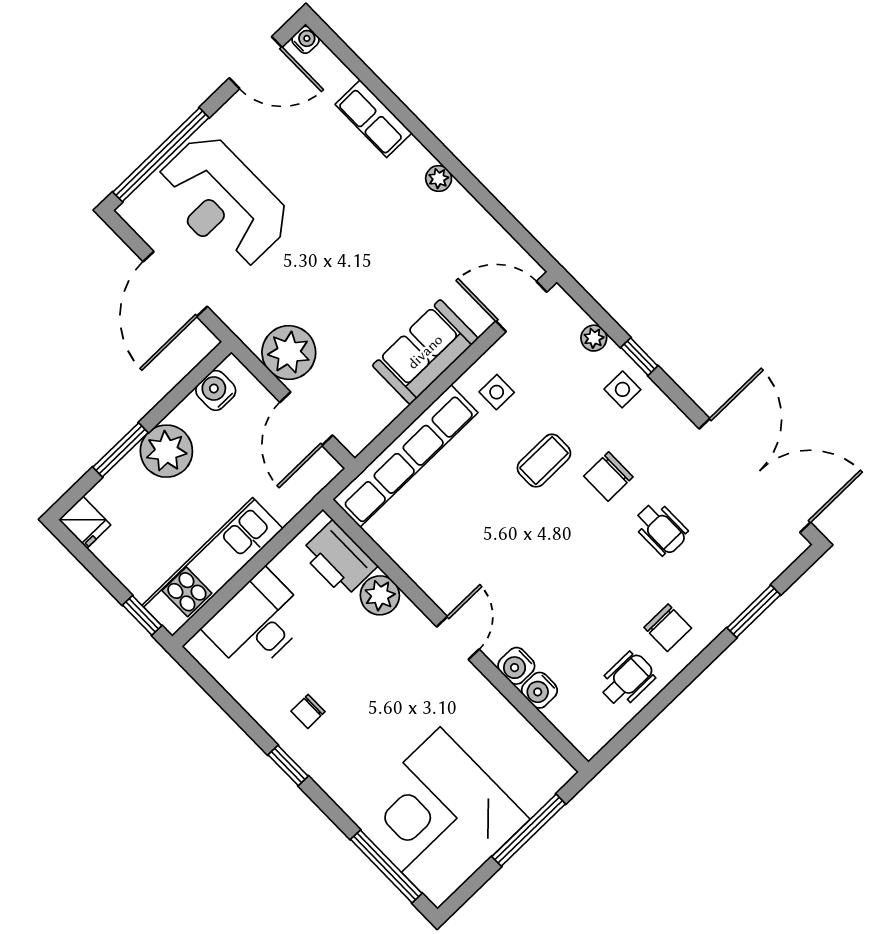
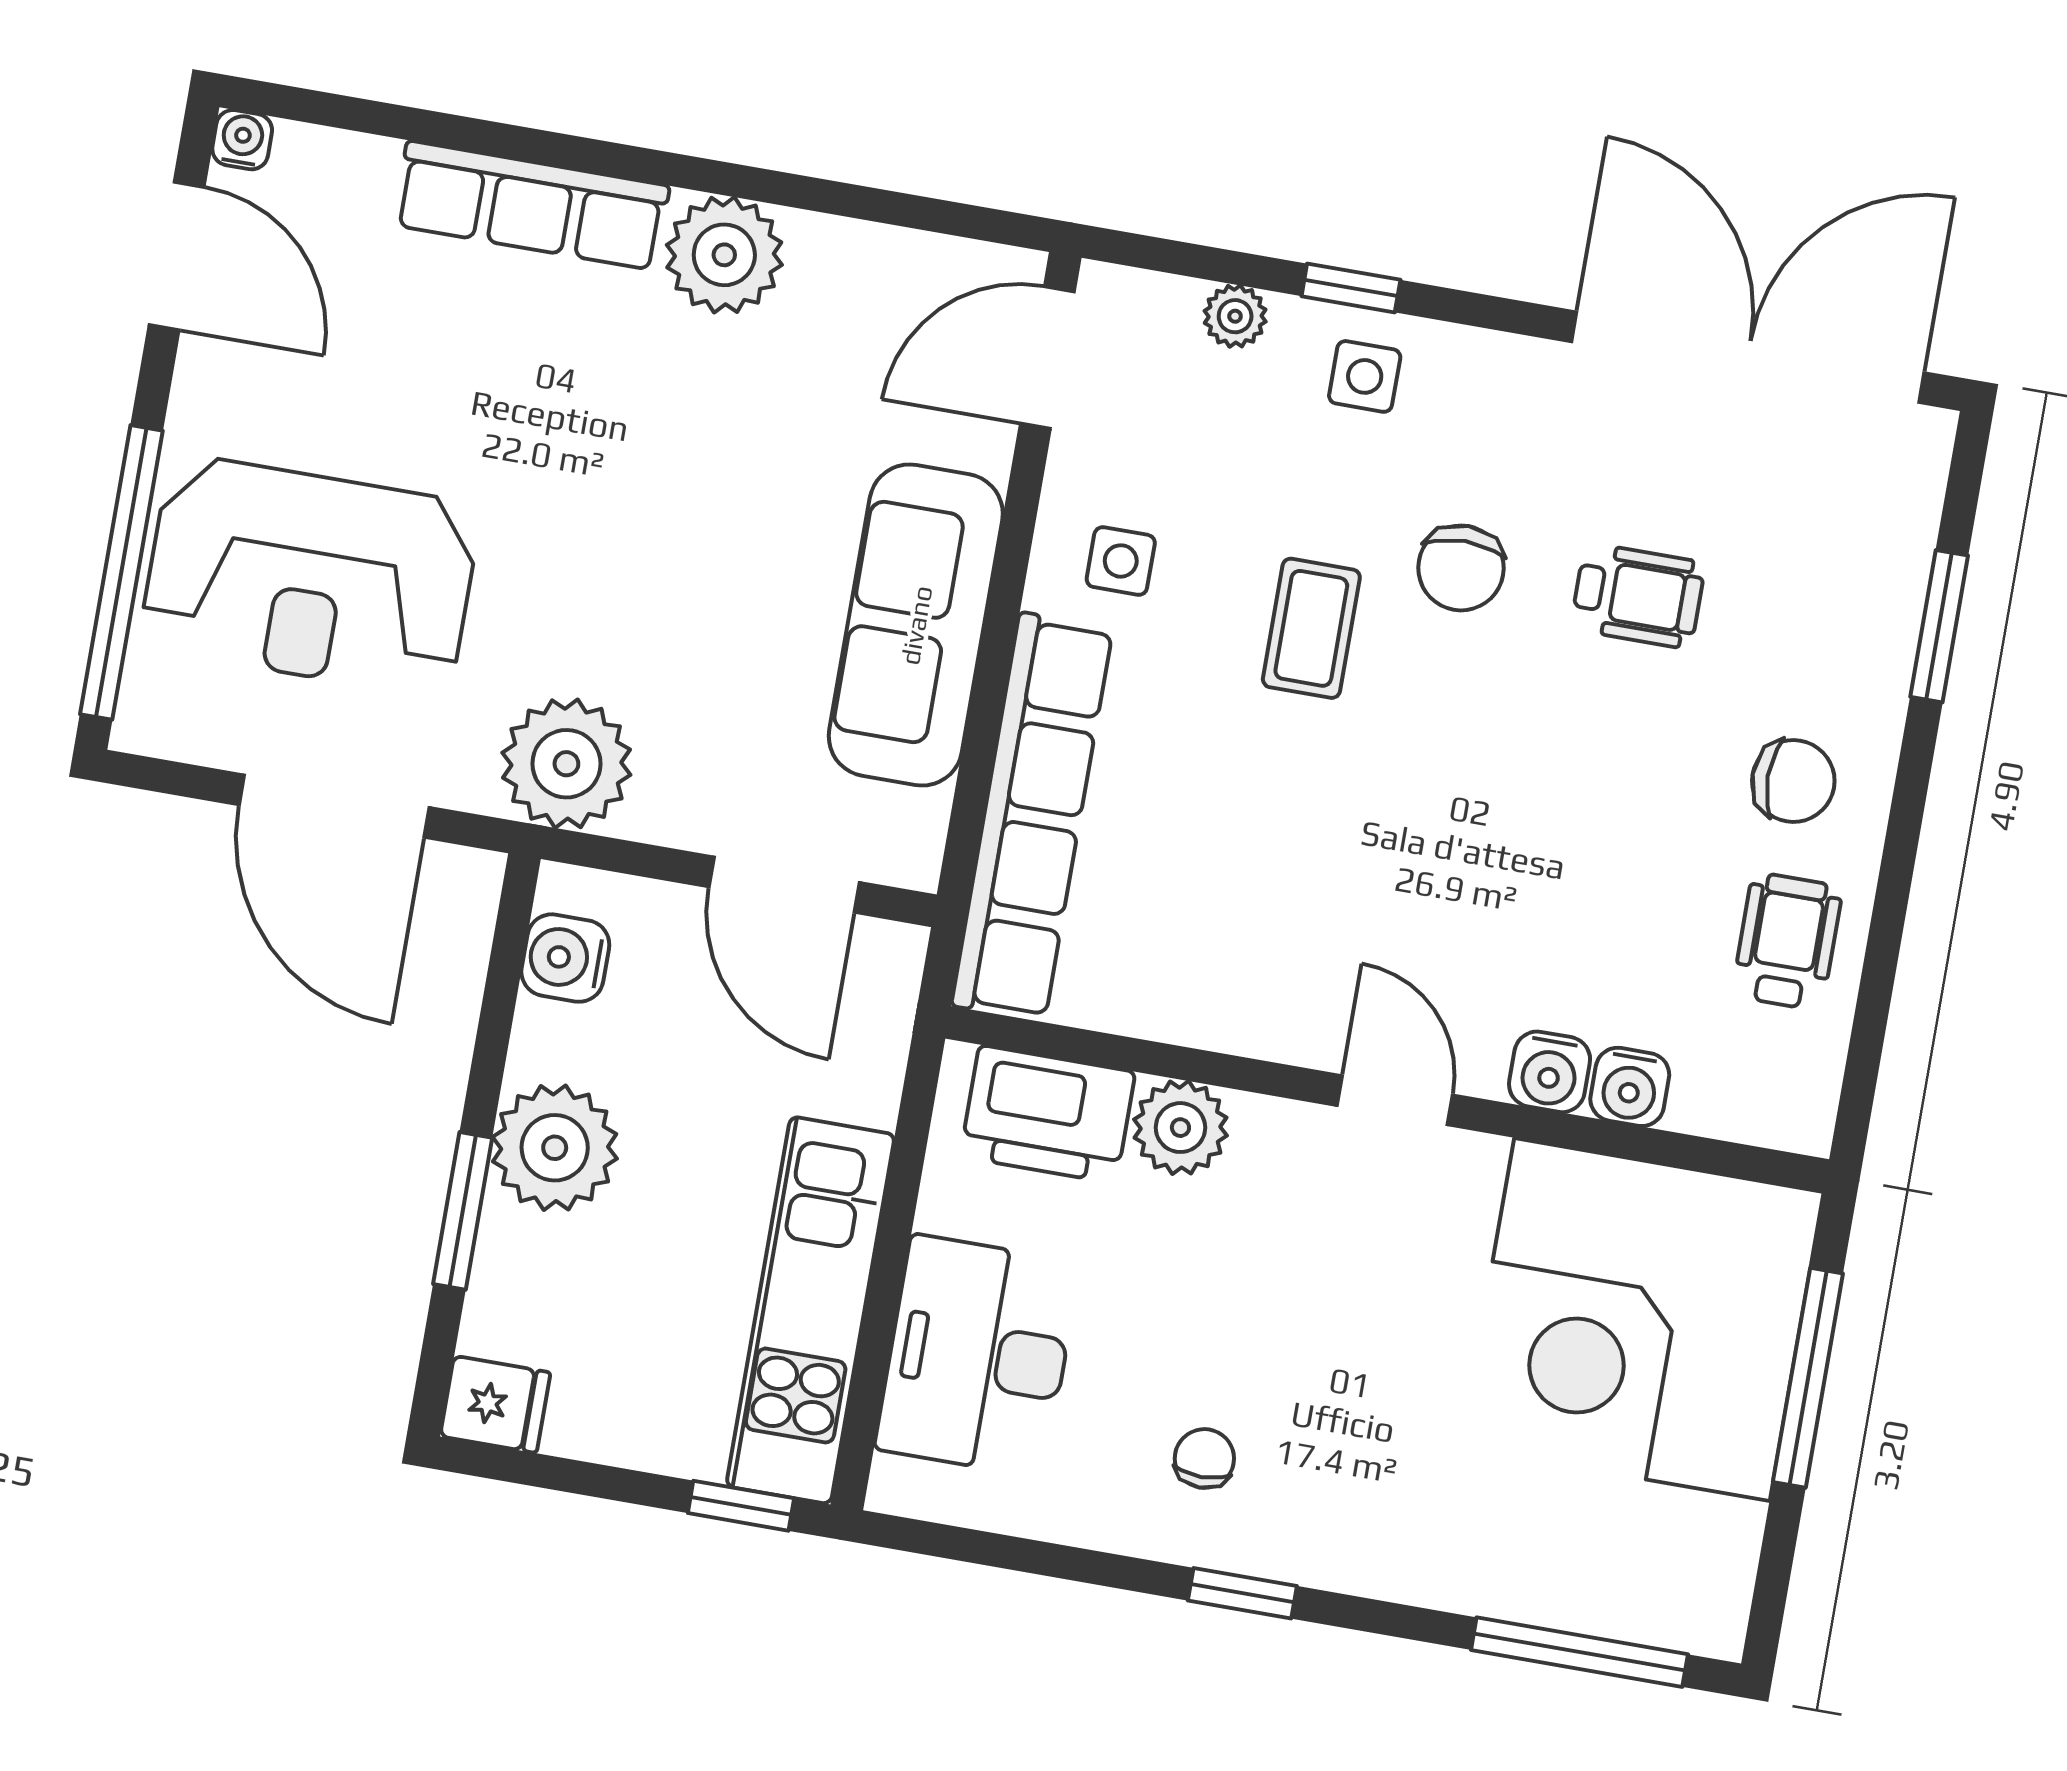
door: (256, 63) -> (177, 256), hinge flipped
row of seats: (374, 119) -> (531, 205), width x1.48
plant: (439, 179) -> (724, 255), width x1.88, depth x1.88
sofa: (425, 352) -> (916, 625), width x1.36
plant: (289, 353) -> (566, 764), moved
chair: (308, 711) -> (1204, 1458), turned 180
corner desk: (439, 818) -> (1642, 1320), moved

